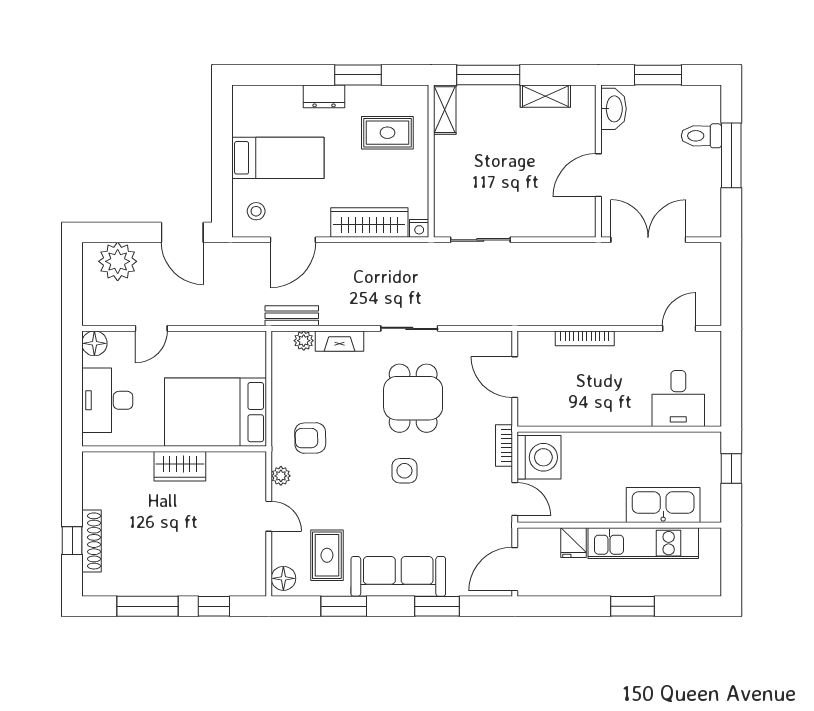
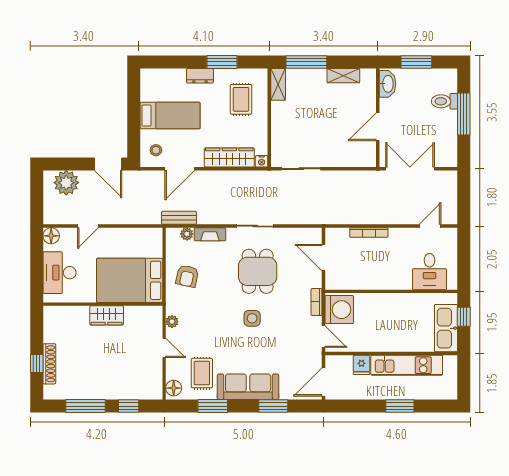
rug: (387, 133) -> (241, 99), turned 90
armchair: (310, 438) -> (187, 276), moved, turned -77
kitchen sink: (663, 505) -> (446, 328), moved, turned -90

